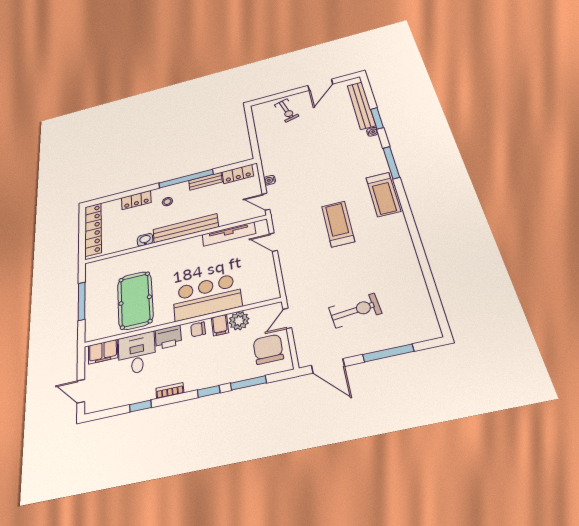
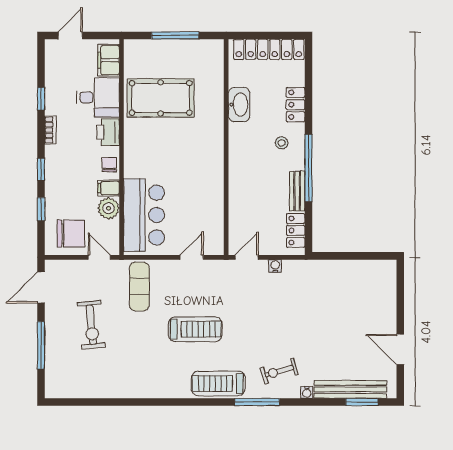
exercise bike: (287, 110) -> (279, 371), moved
window: (377, 118) -> (362, 402), moved
bench: (186, 228) -> (238, 162), removed
tv unit: (229, 234) -> (216, 210), removed
washbasin: (145, 240) -> (239, 105), width x1.91, depth x1.45
exercise mat: (308, 278) -> (139, 287), added
bar counter: (207, 297) -> (144, 215), moved
window: (248, 383) -> (41, 209), width x0.67

